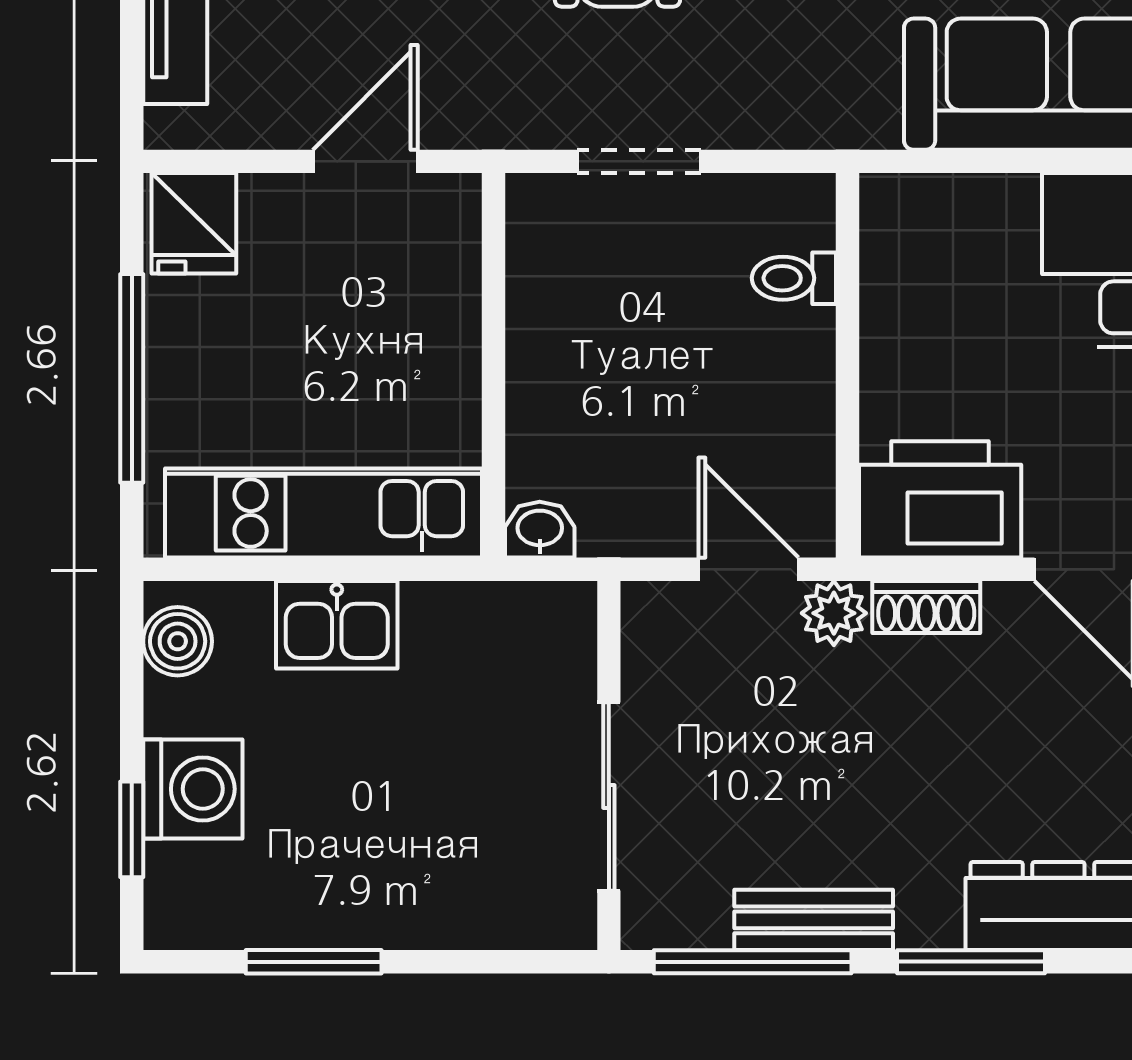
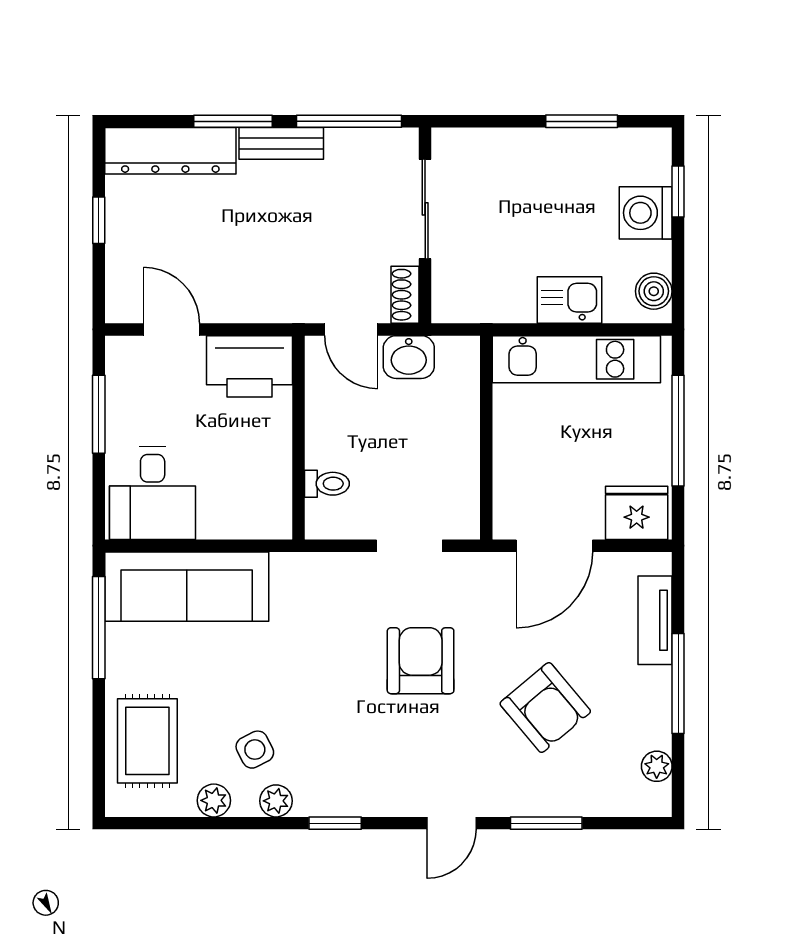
door: (365, 161) -> (554, 546), width x1.38
fridge: (194, 223) -> (637, 513), width x1.38
washbasin: (540, 530) -> (409, 357), moved, width x1.38, depth x1.45
shoe rack: (926, 607) -> (405, 295), moved, turned -90
plant: (834, 613) -> (306, 306), removed
bench: (814, 920) -> (281, 143), moved

